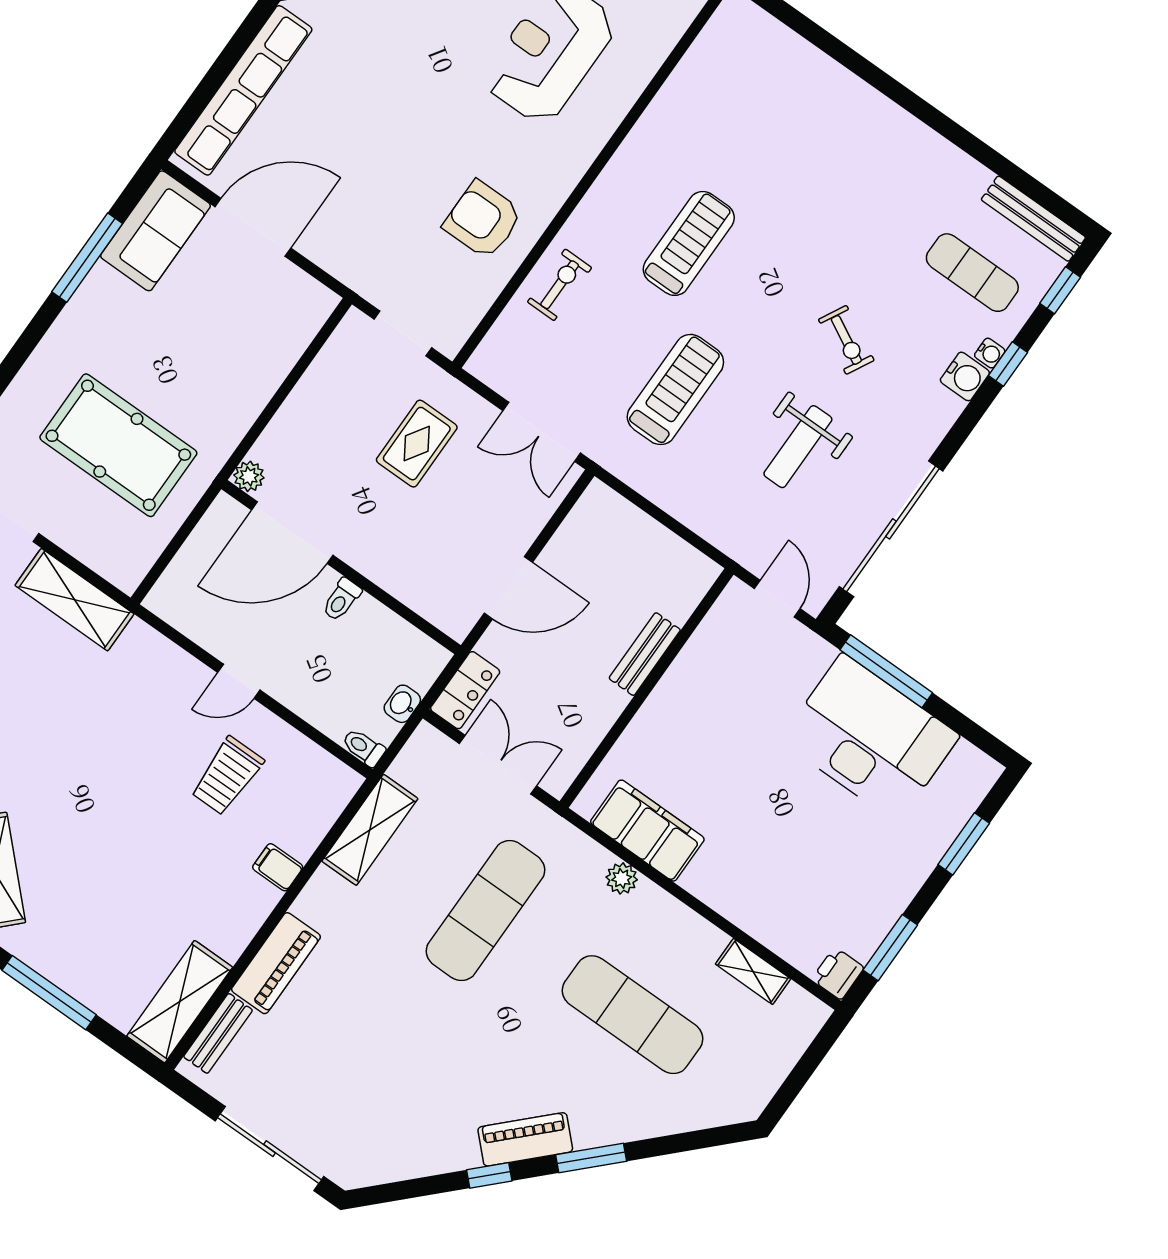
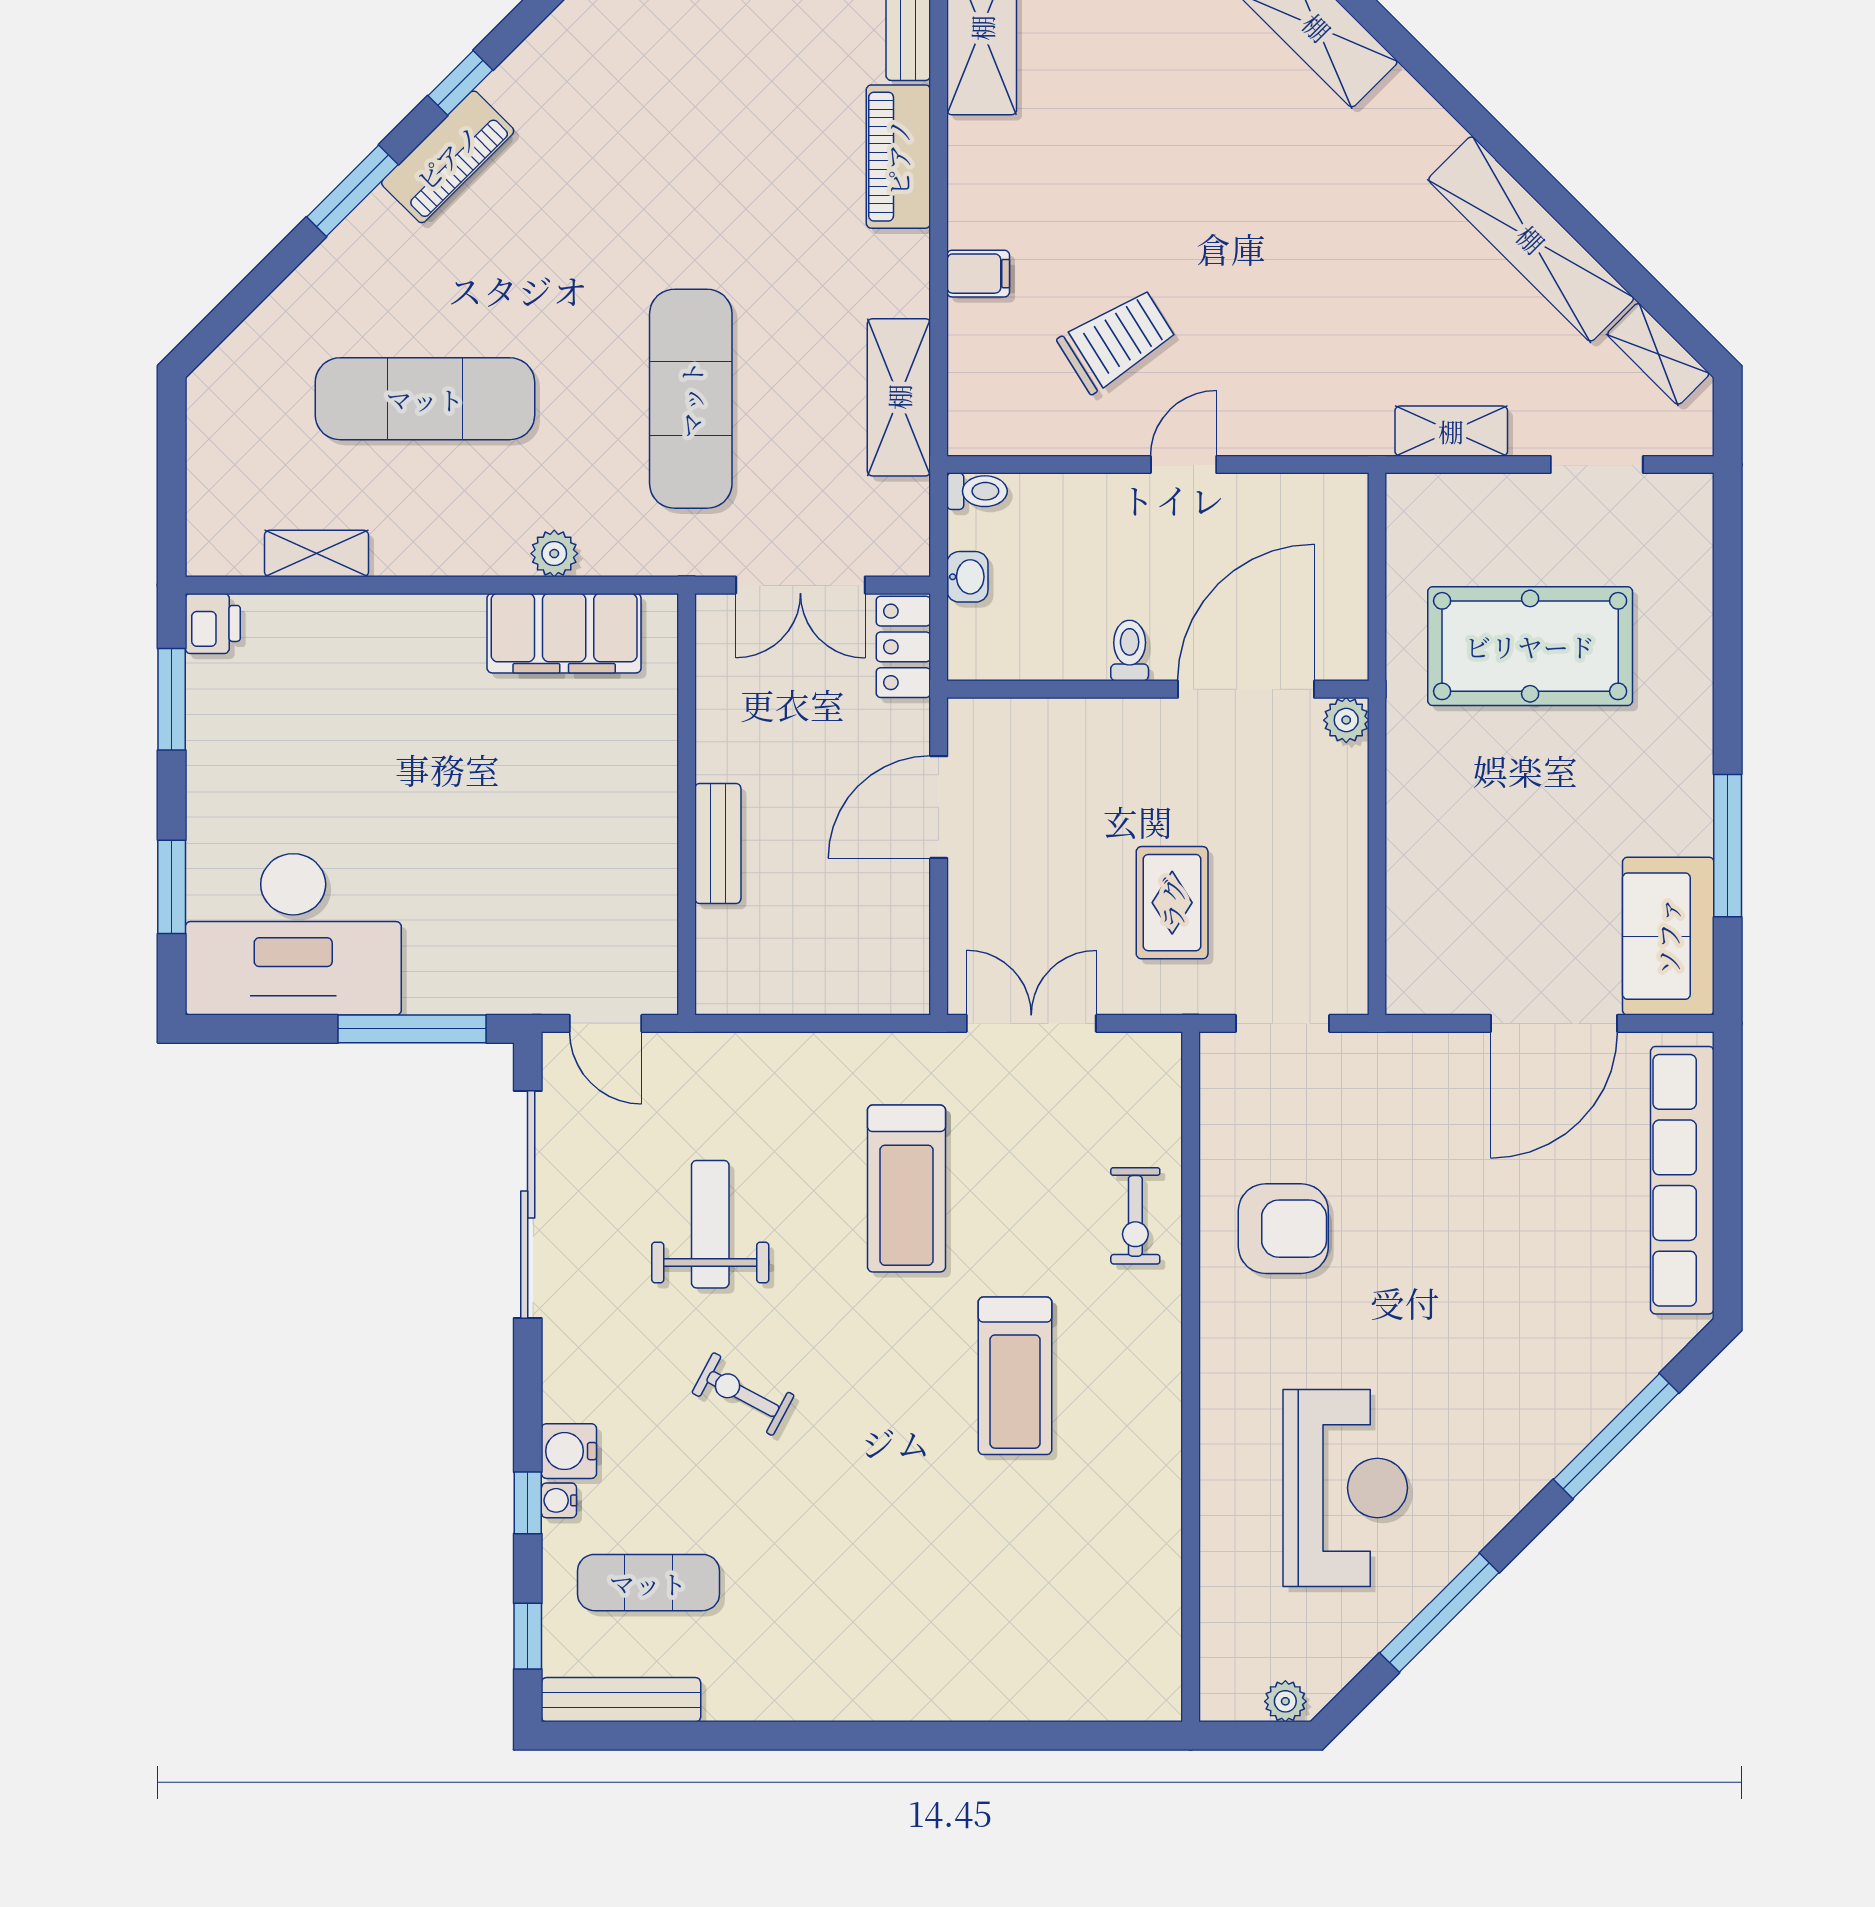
shelving: (74, 600) -> (1451, 431), width x0.67, depth x0.75
desk: (870, 738) -> (293, 934), moved
trolley: (227, 776) -> (1117, 340), turned 58

